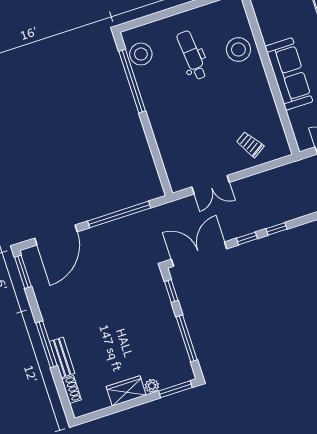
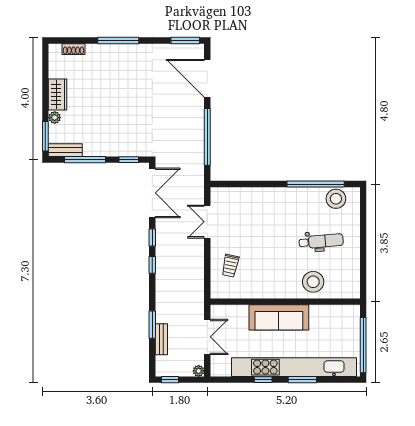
trolley: (250, 144) -> (230, 266), turned 135
bench: (62, 357) -> (65, 150), moved

